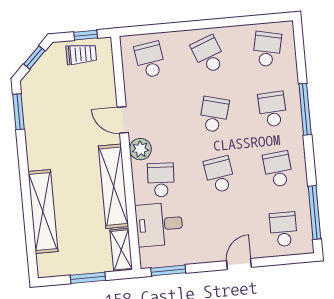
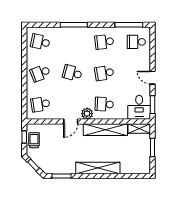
school desk: (272, 109) -> (72, 42), removed
shelving: (43, 211) -> (98, 168), moved
desk: (159, 224) -> (139, 107), moved
door: (239, 264) -> (152, 78), moved

